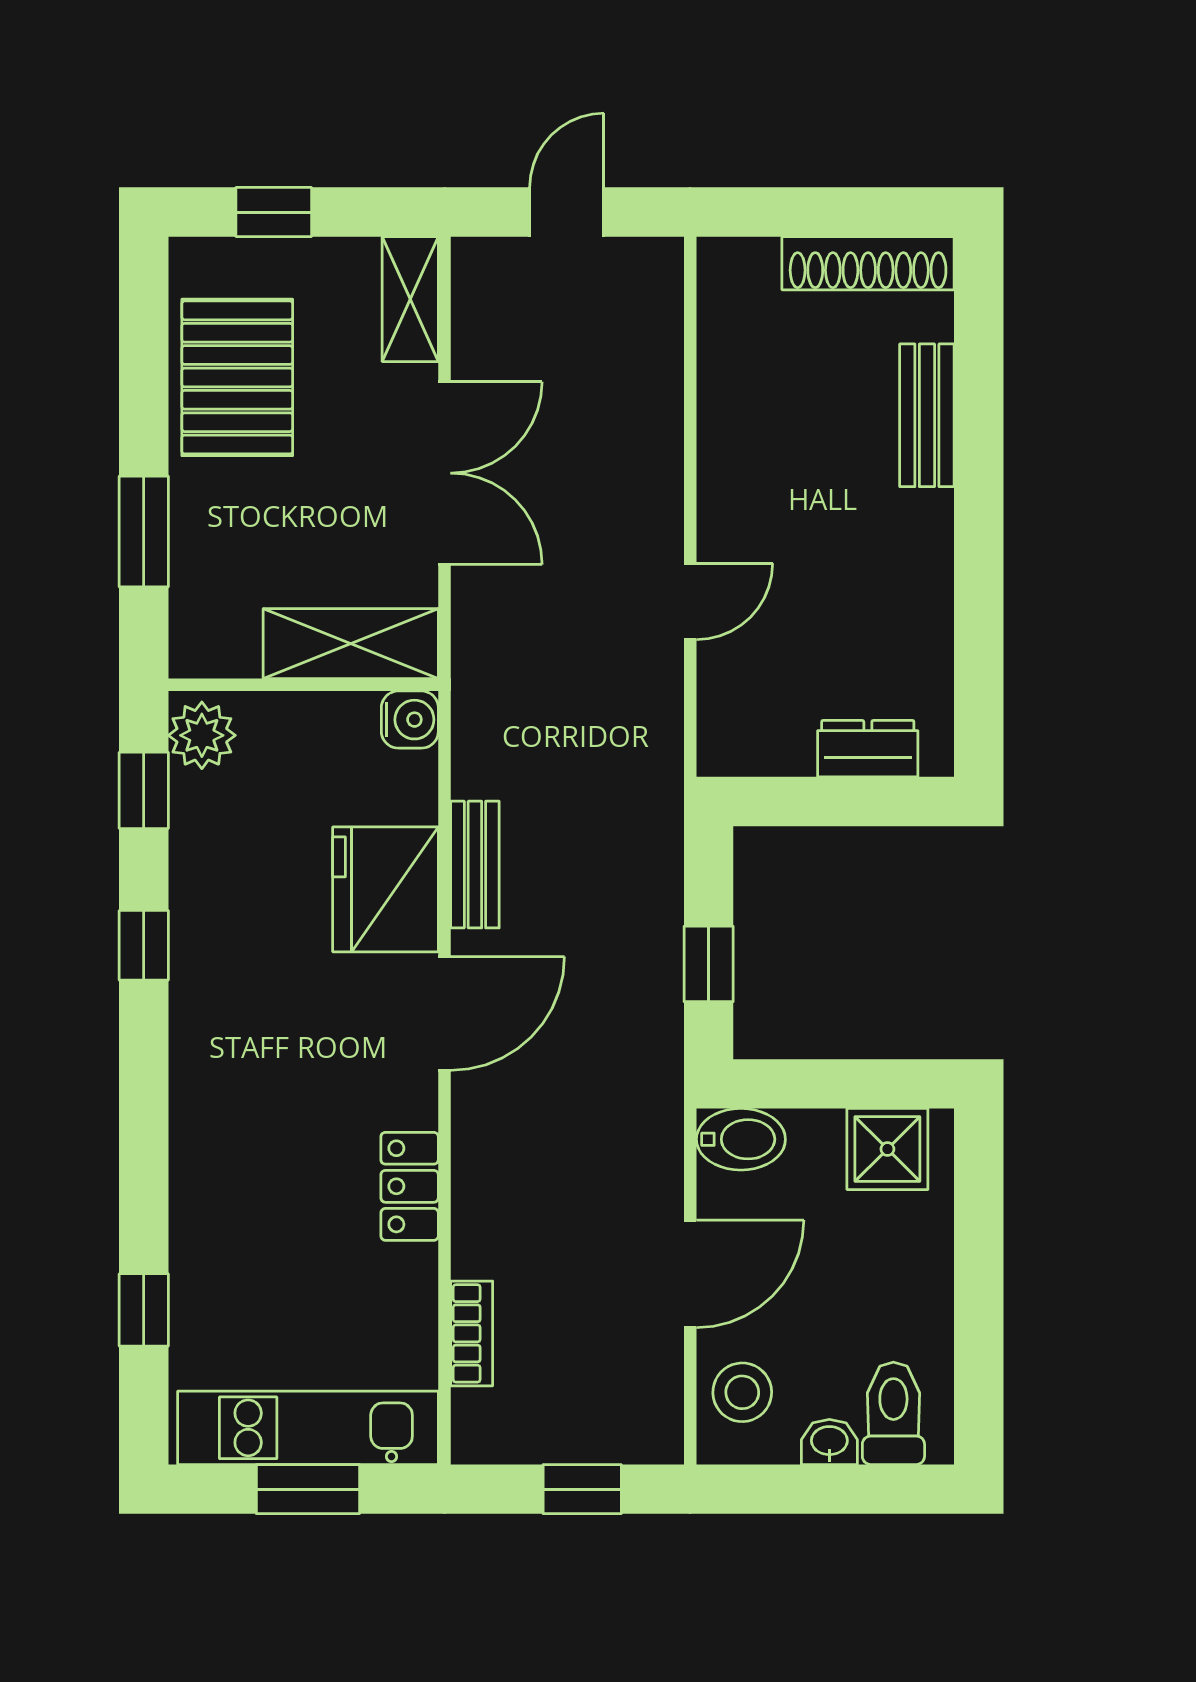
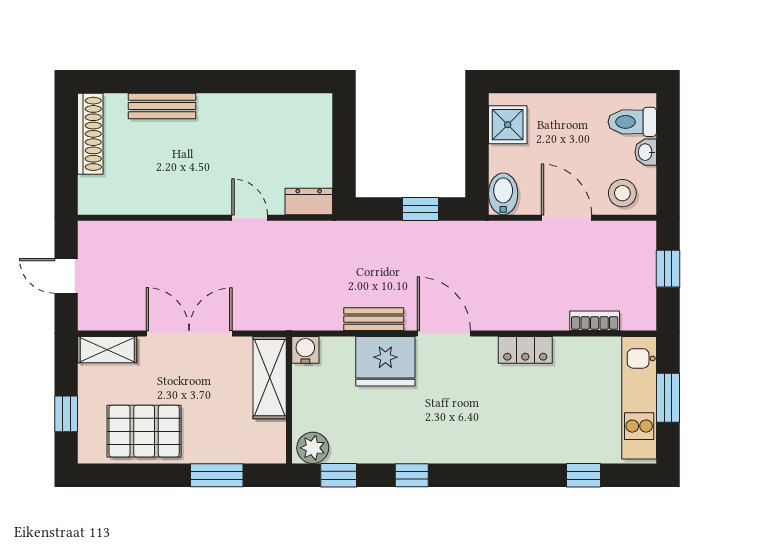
dresser: (868, 749) -> (309, 201), moved, turned 90

